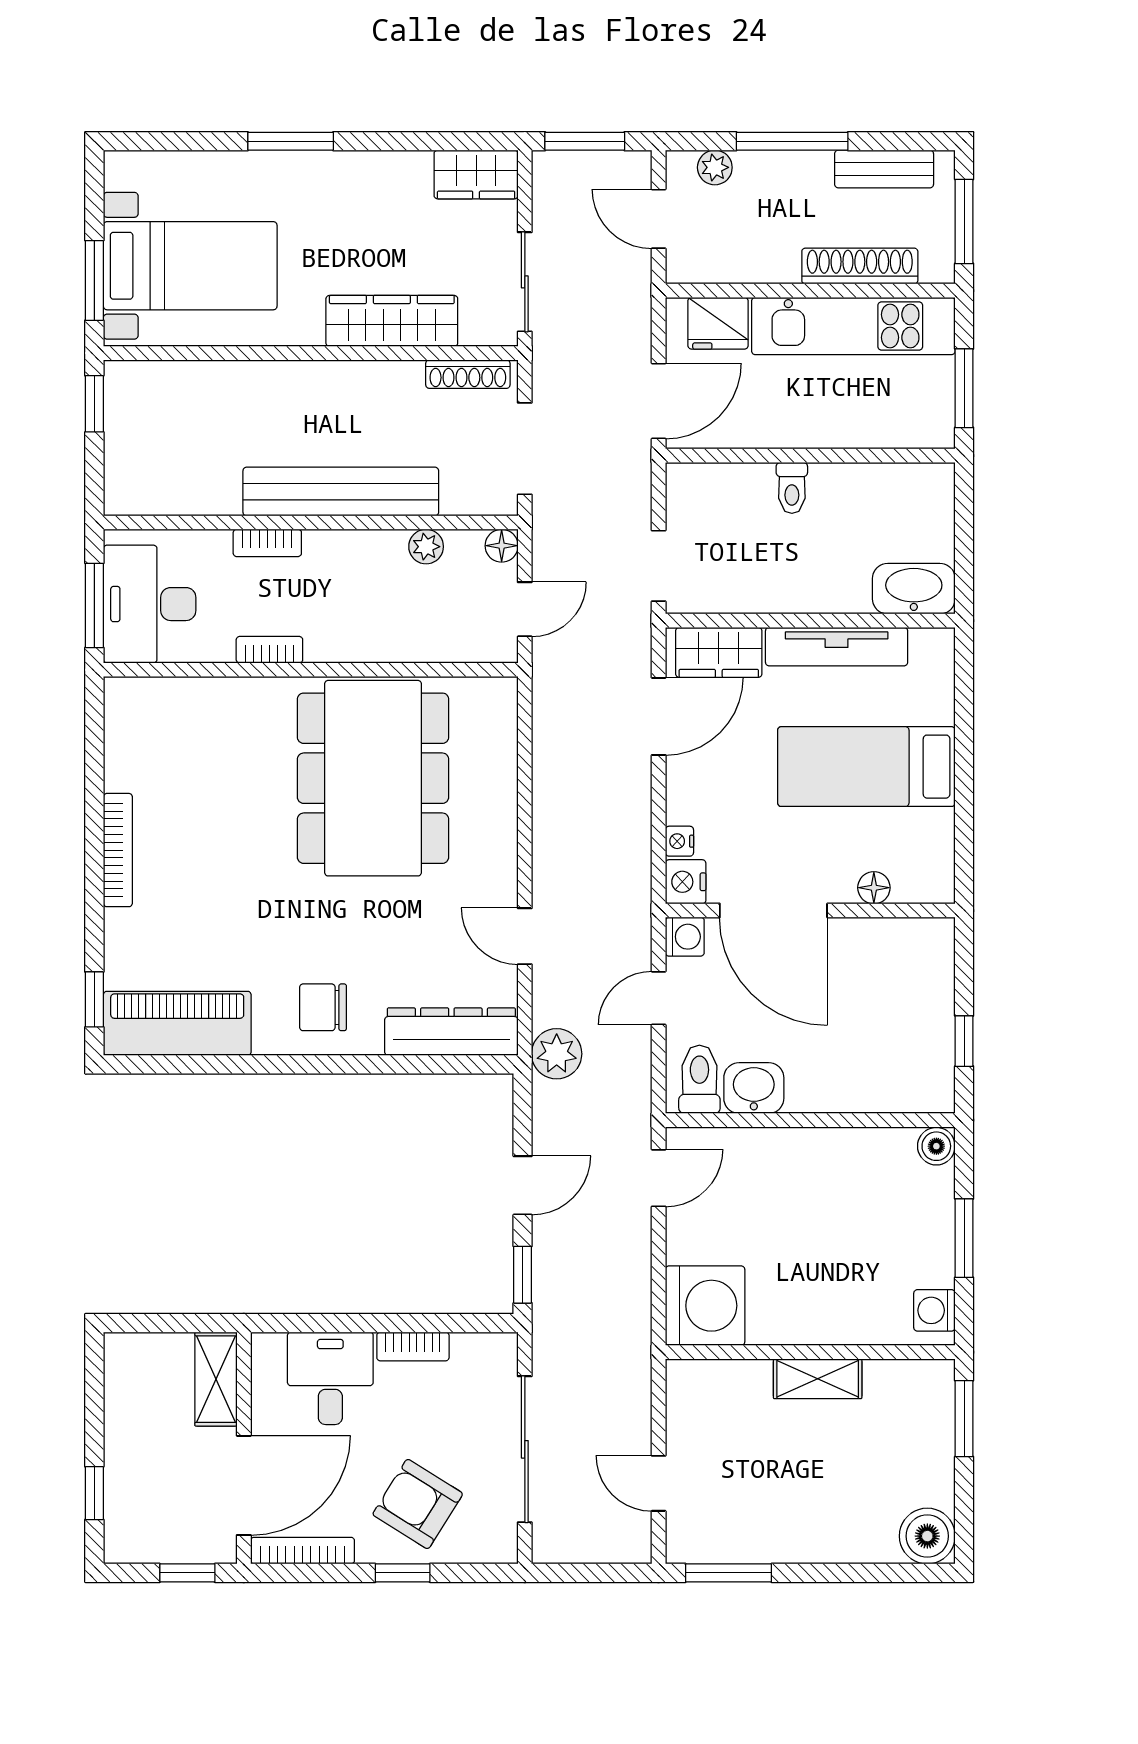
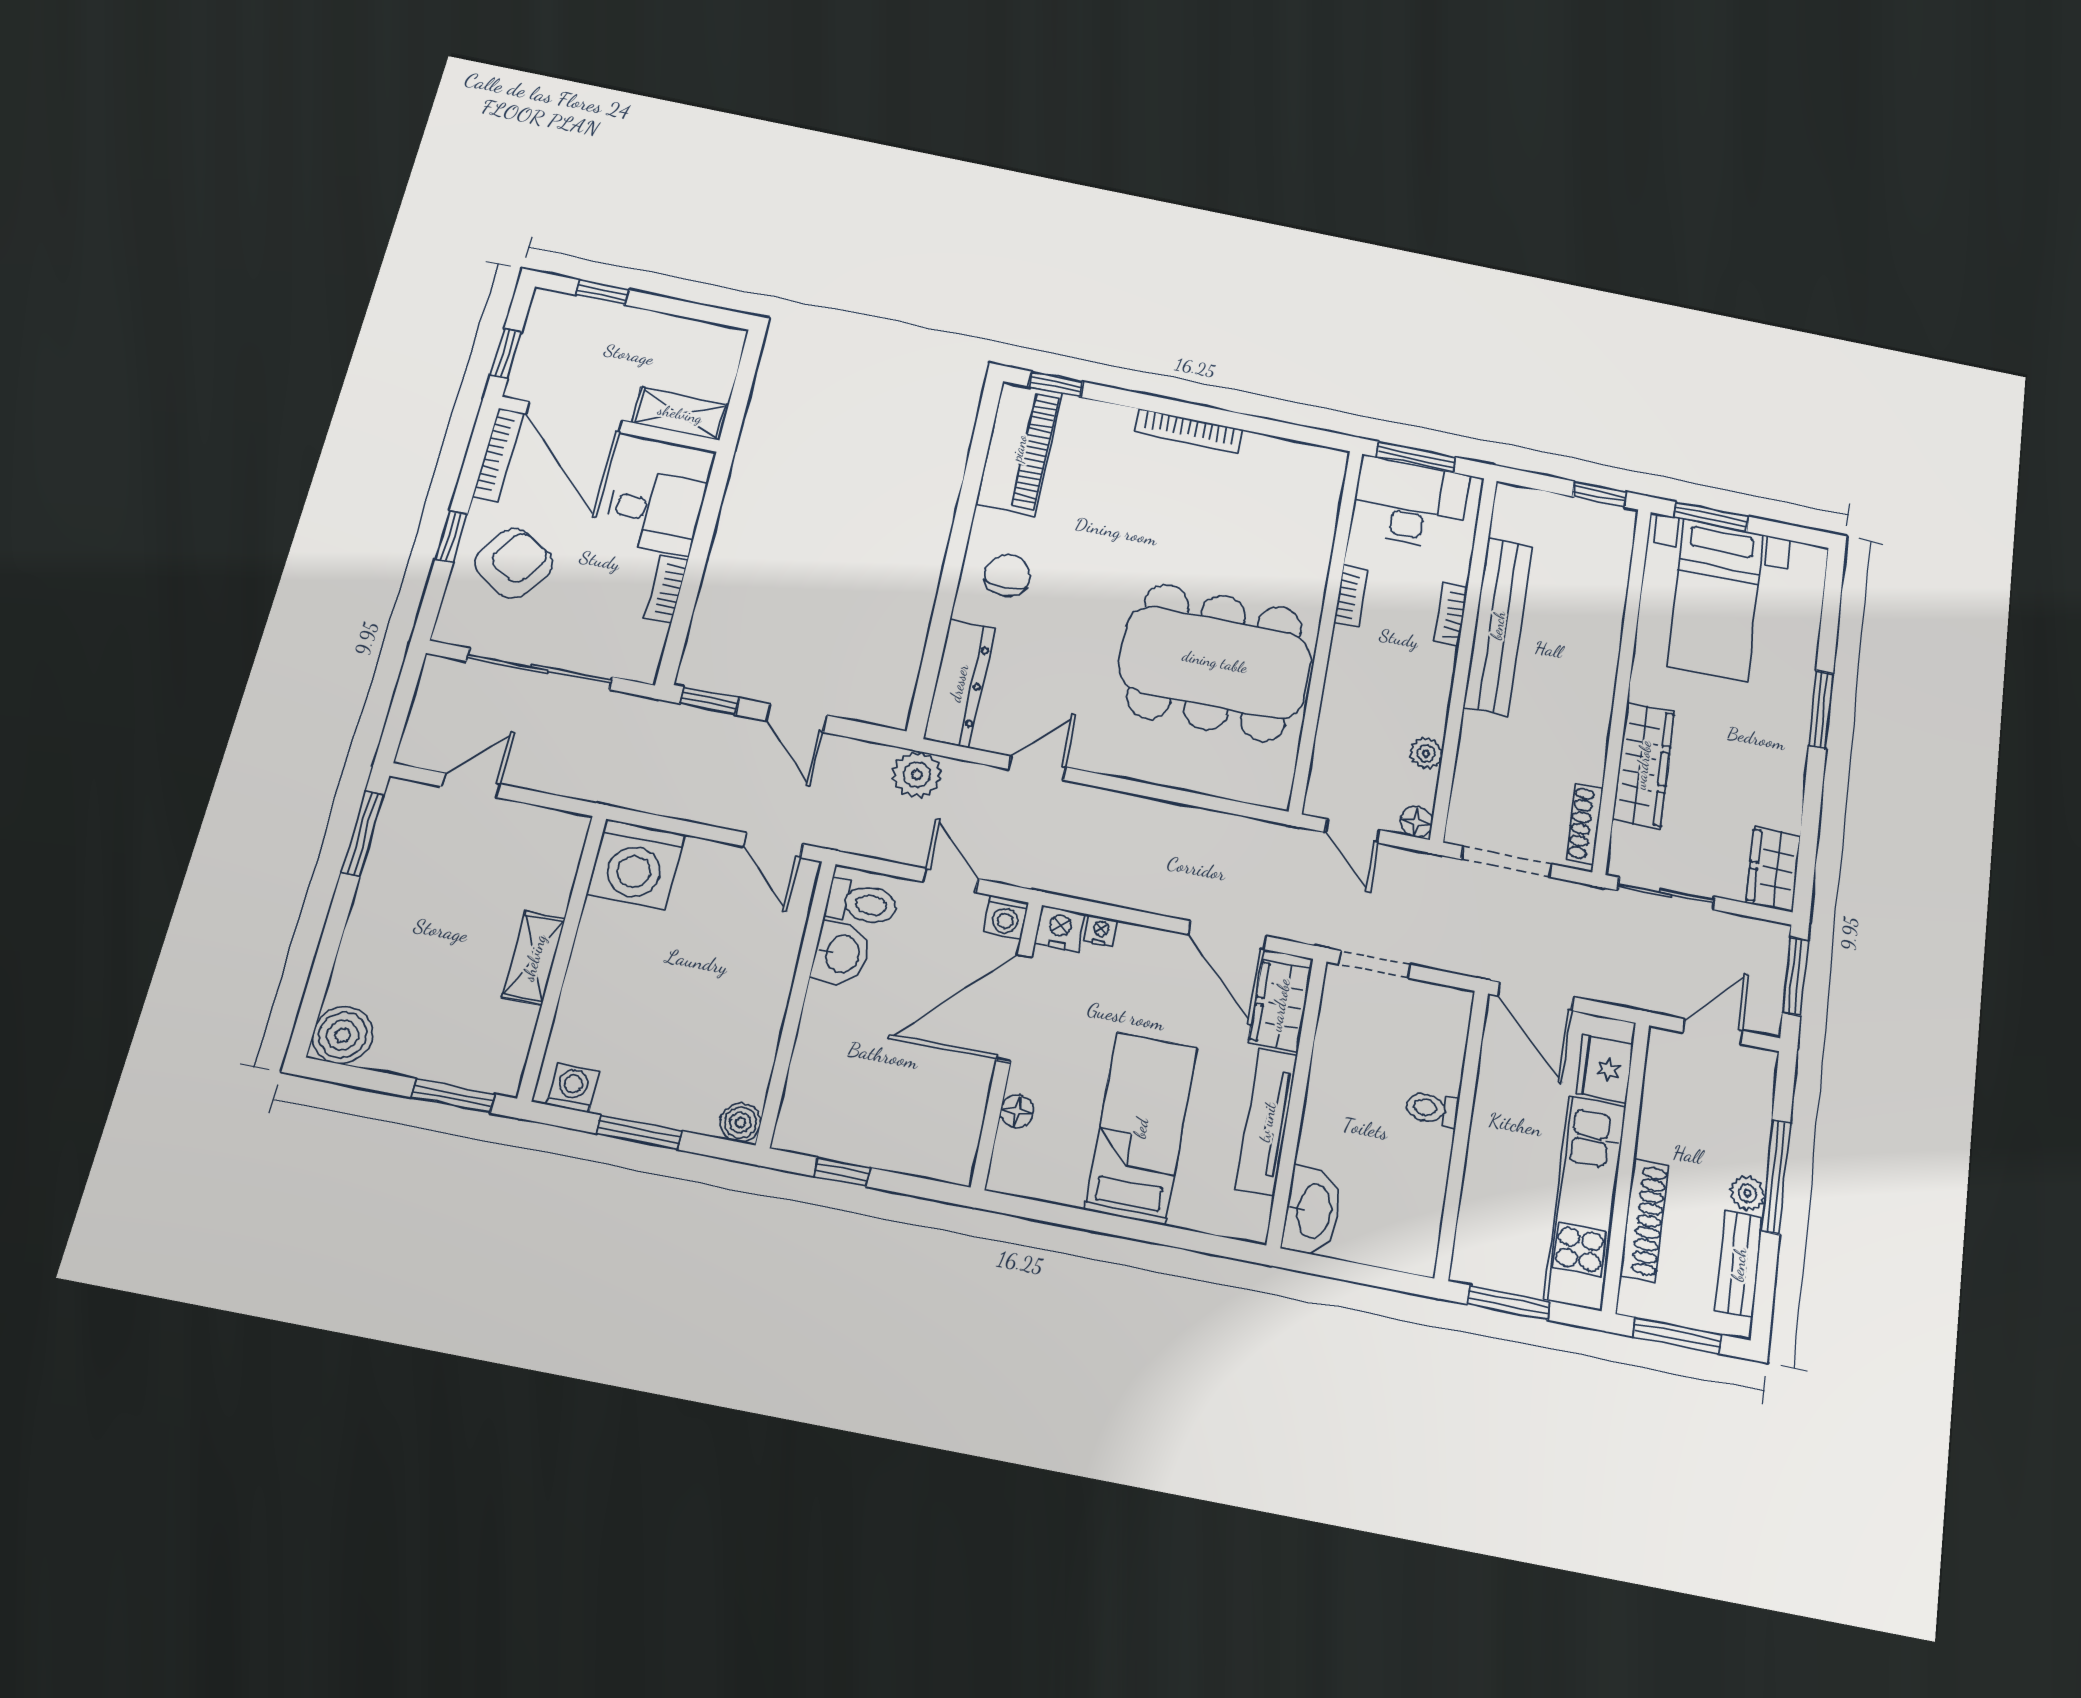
plant: (715, 167) -> (1748, 1193), moved
bench: (341, 492) -> (1498, 625), moved

